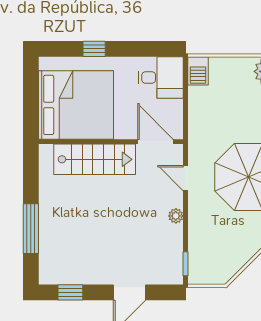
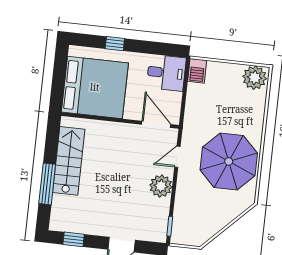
stairs: (95, 159) -> (69, 161), moved, turned -90
door: (186, 178) -> (177, 157), hinge flipped
plant: (176, 216) -> (161, 186), width x1.87, depth x1.87

